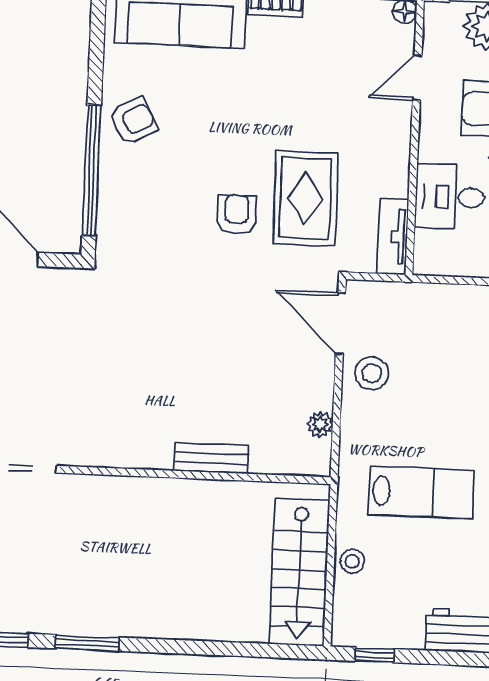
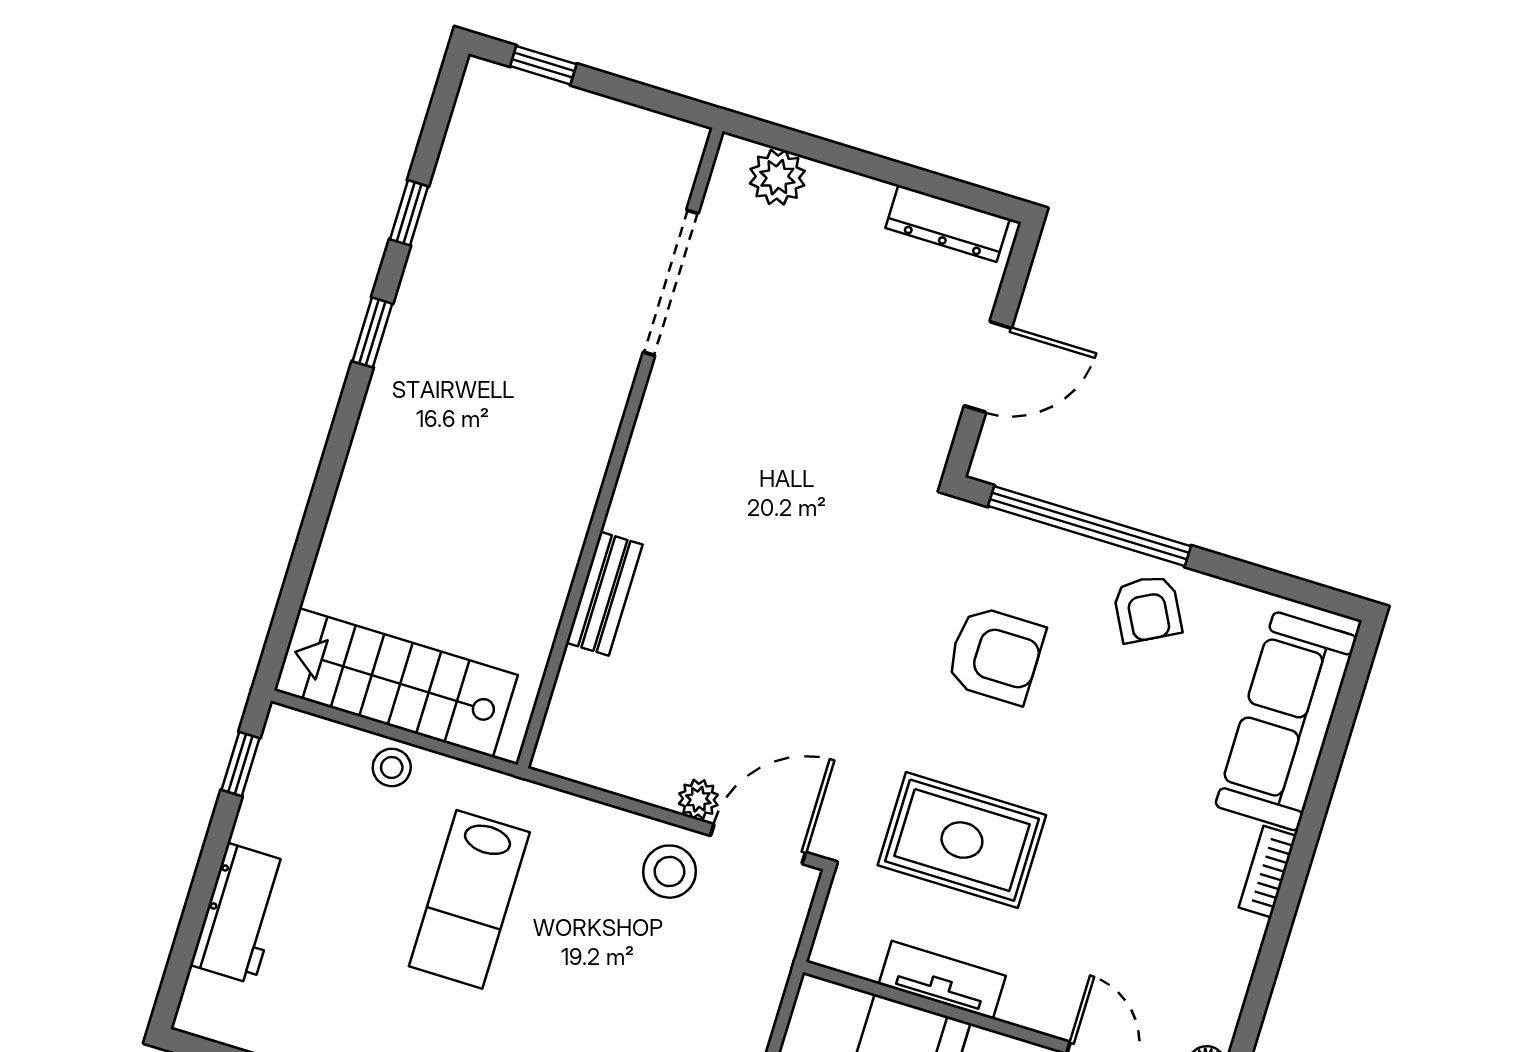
armchair: (237, 215) -> (995, 655), moved, width x1.38, depth x1.38
tv unit: (393, 236) -> (942, 980), moved
plant: (320, 425) -> (698, 799), moved
window: (87, 643) -> (372, 332), width x0.67

